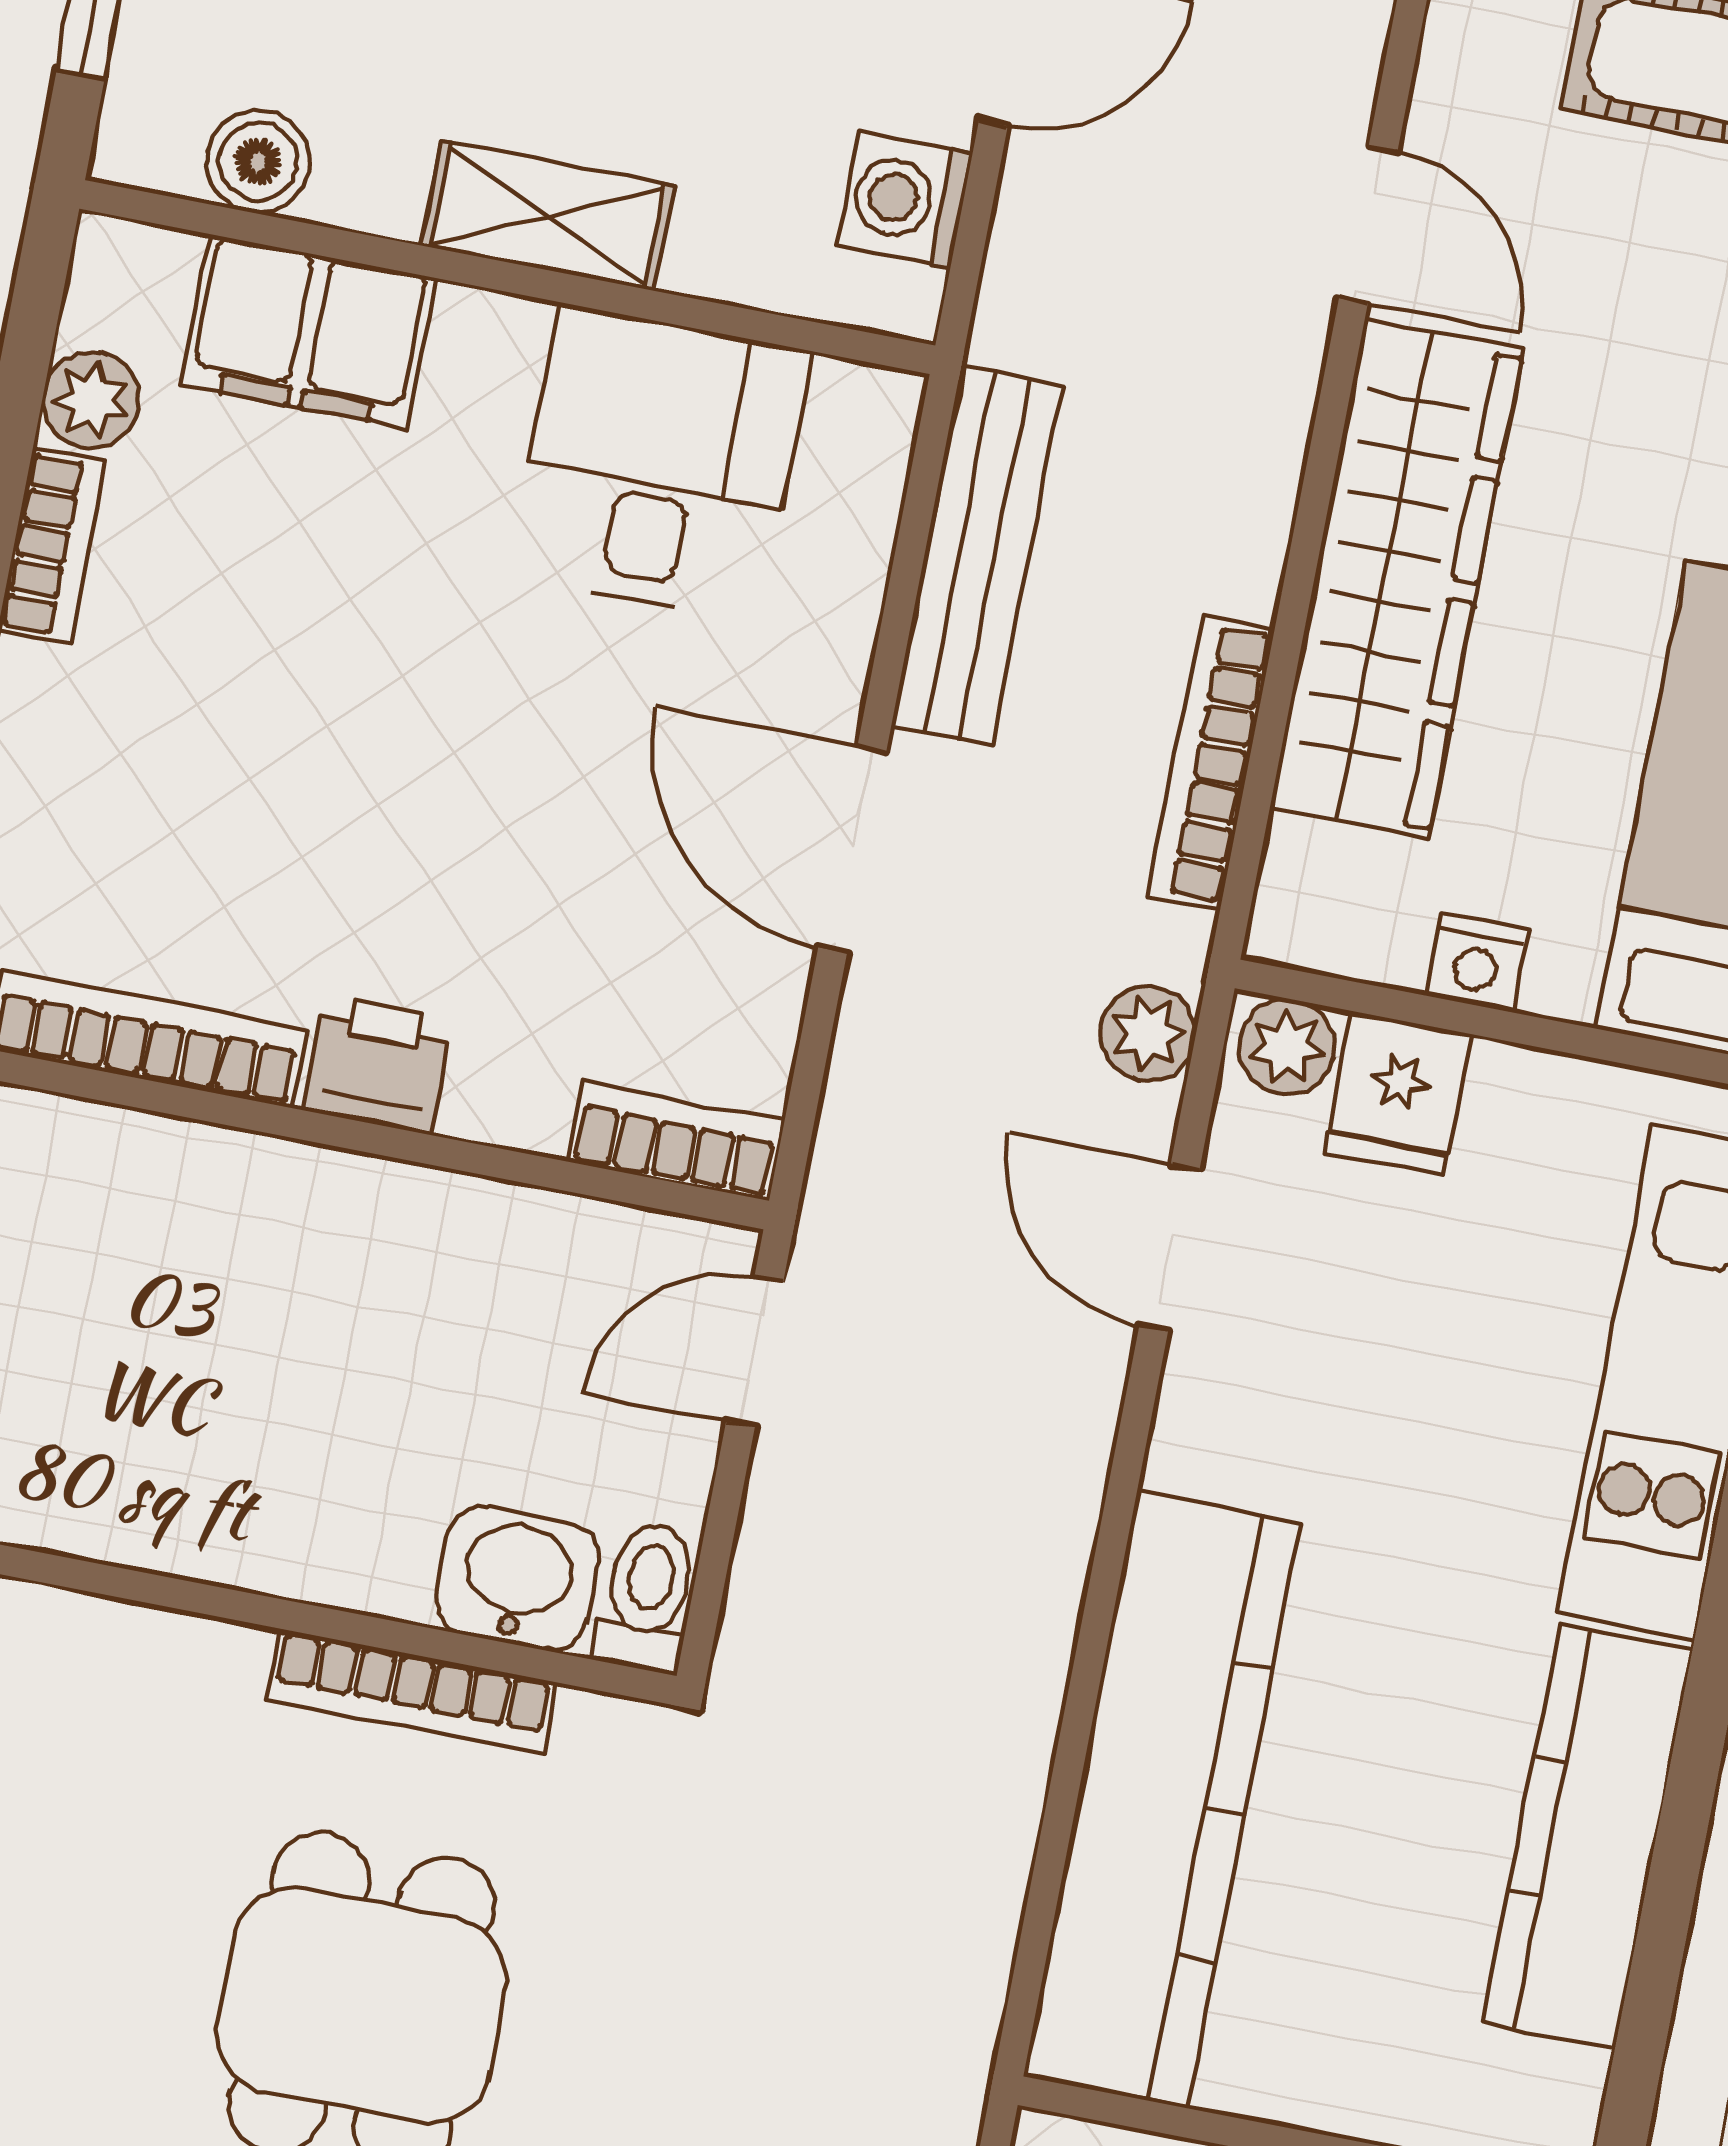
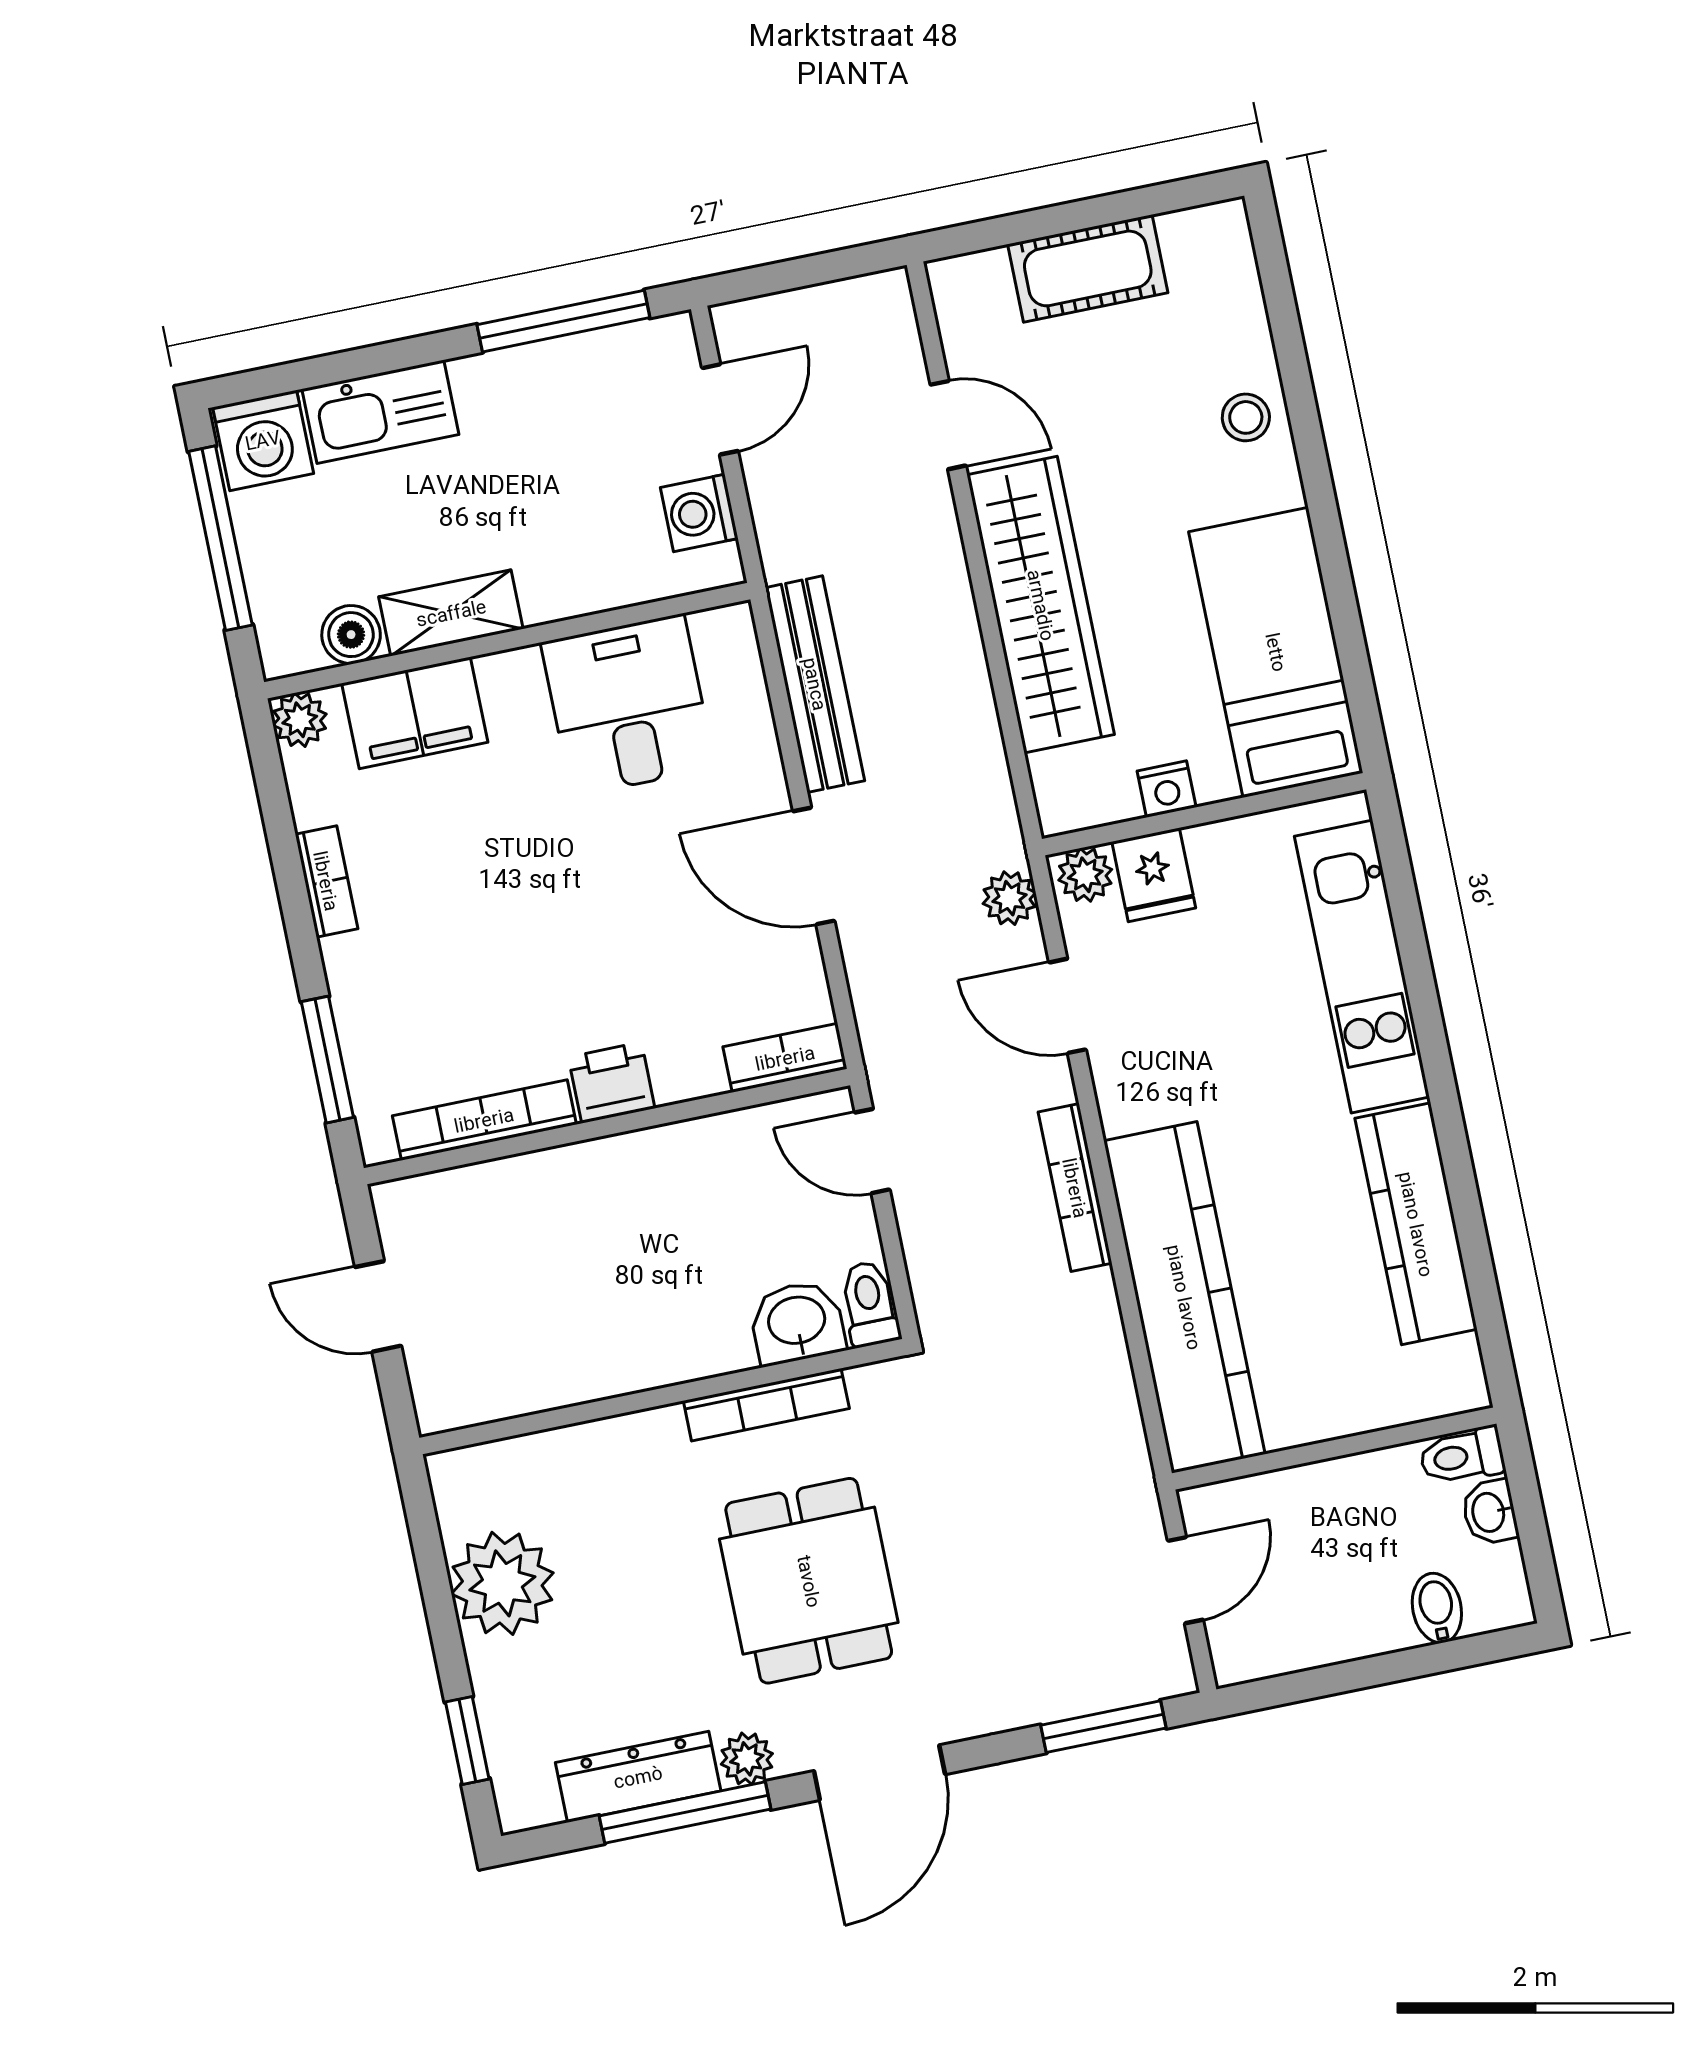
shelving: (547, 216) -> (451, 613), moved
plant: (91, 400) -> (300, 720), moved
bookcase: (1212, 763) -> (1075, 1188), moved
door: (755, 1351) -> (872, 1151), hinge flipped

